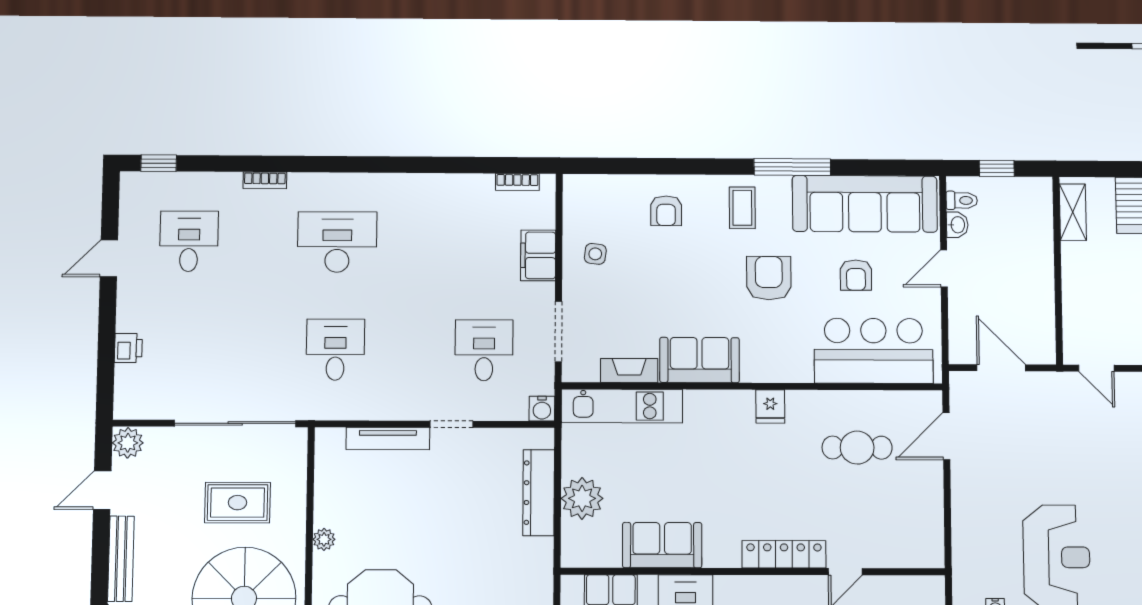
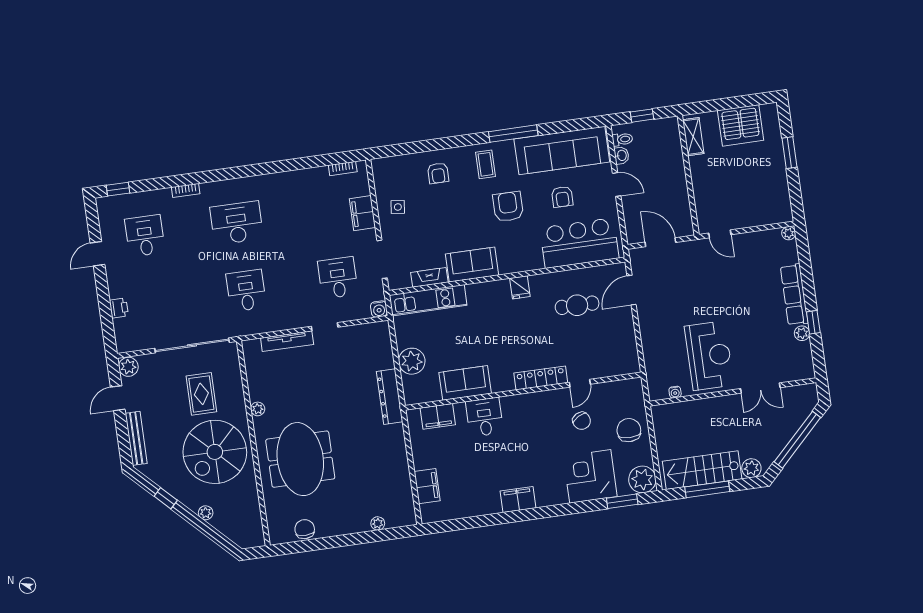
door: (944, 268) -> (617, 185), swing flipped
dresser: (539, 493) -> (390, 397), moved
rug: (237, 503) -> (201, 394), turned 90

